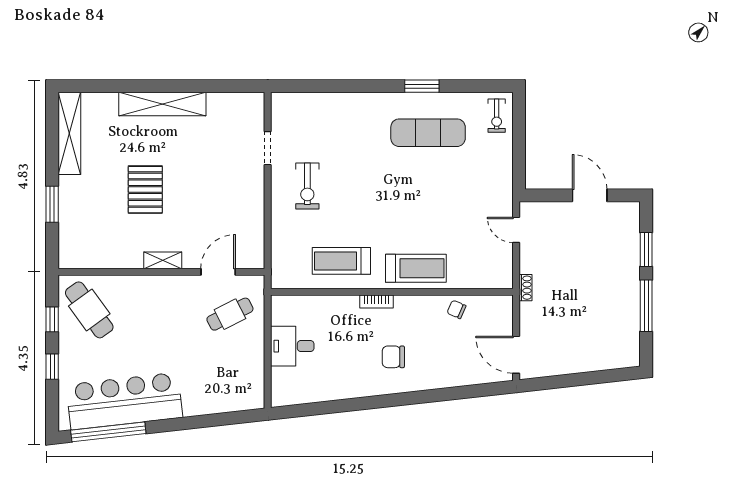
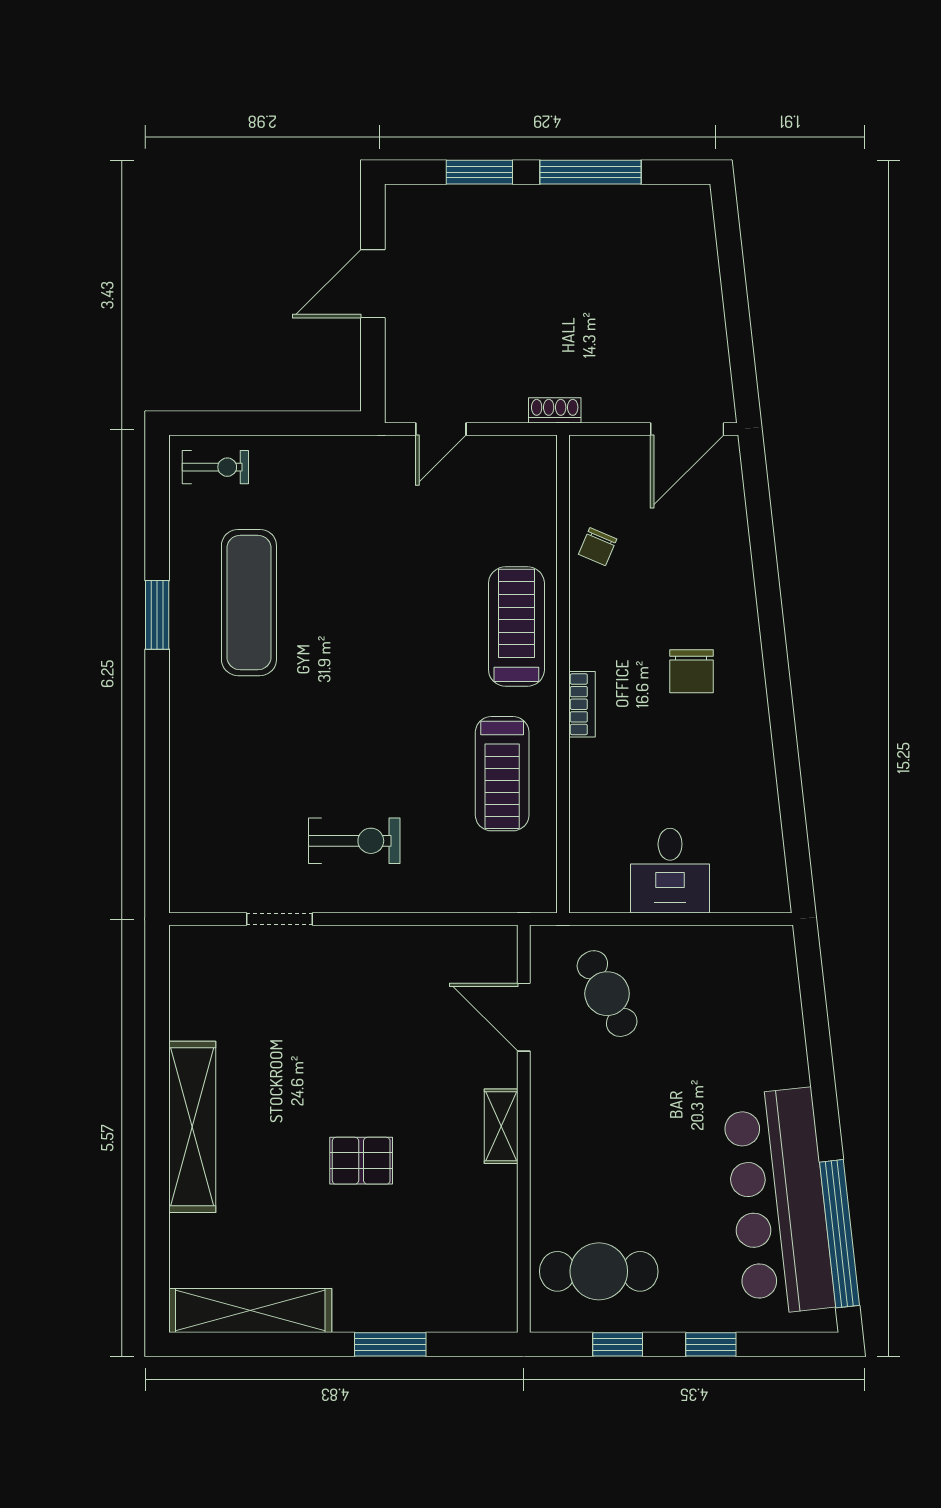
pallet: (145, 190) -> (361, 1161), width x0.67, depth x0.71
cafe table: (89, 310) -> (599, 1271), turned 36

